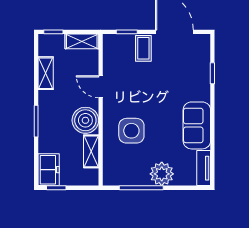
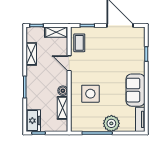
coffee table: (143, 48) -> (79, 43), moved
boiler: (85, 120) -> (63, 91), width x0.54, depth x0.54

